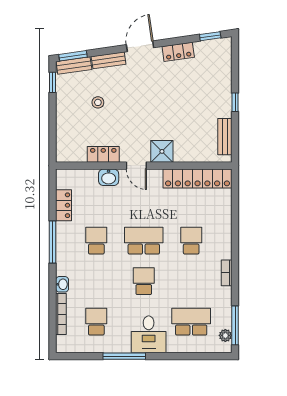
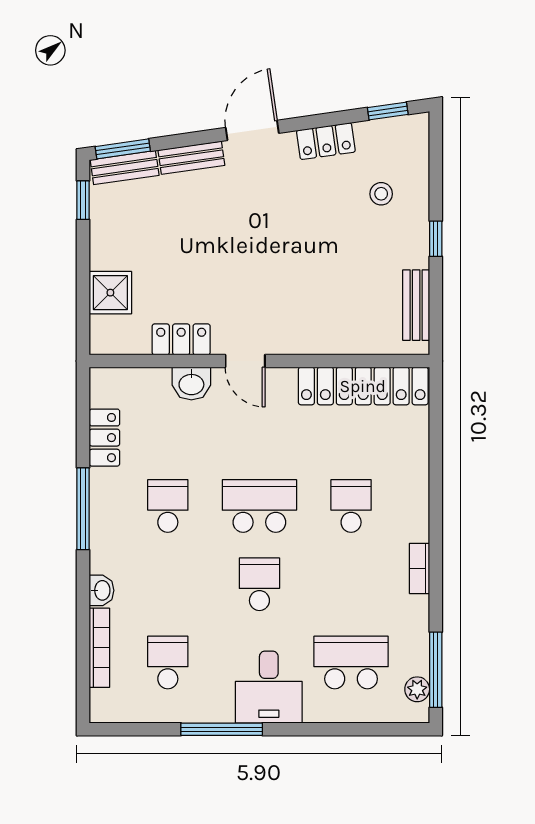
stool: (98, 102) -> (381, 194), moved
shower: (162, 151) -> (110, 293), moved

